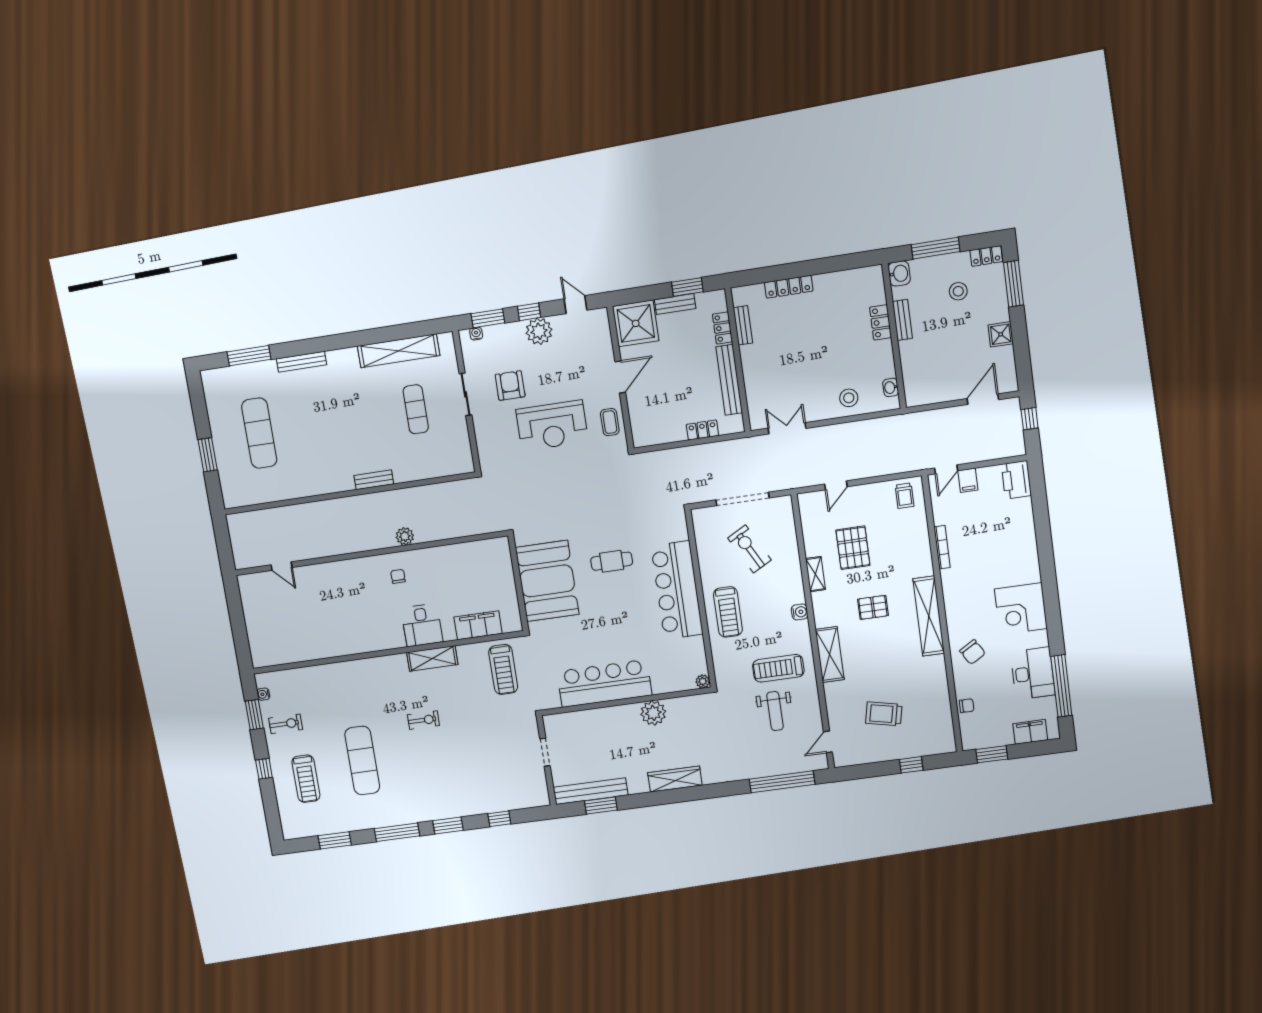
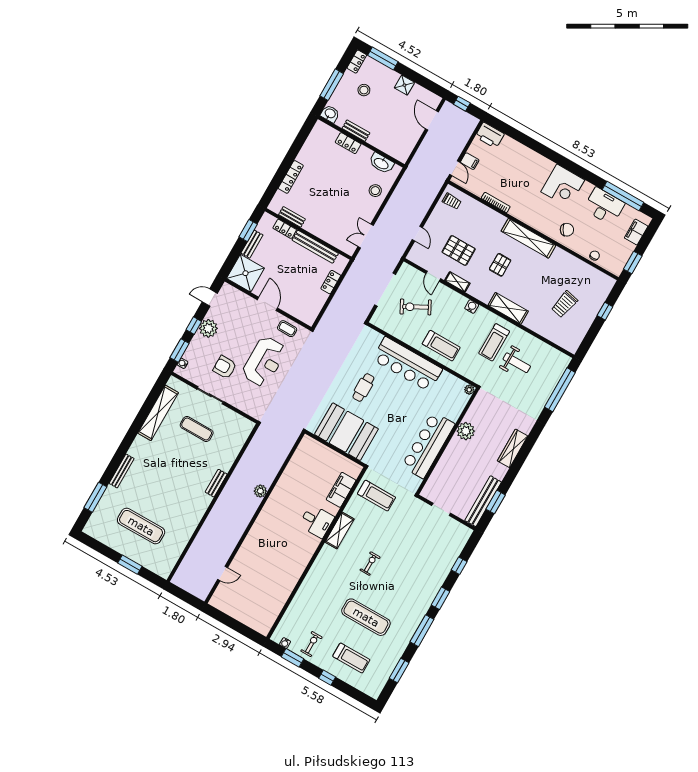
washbasin: (891, 387) -> (381, 163), width x1.91, depth x1.45
chair: (398, 576) -> (279, 513), removed
door: (828, 742) -> (433, 276), moved

